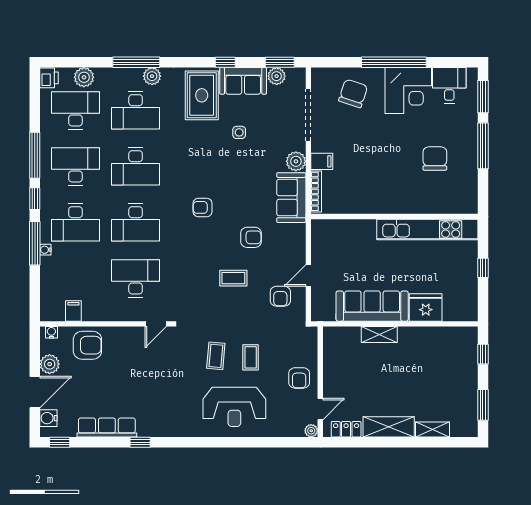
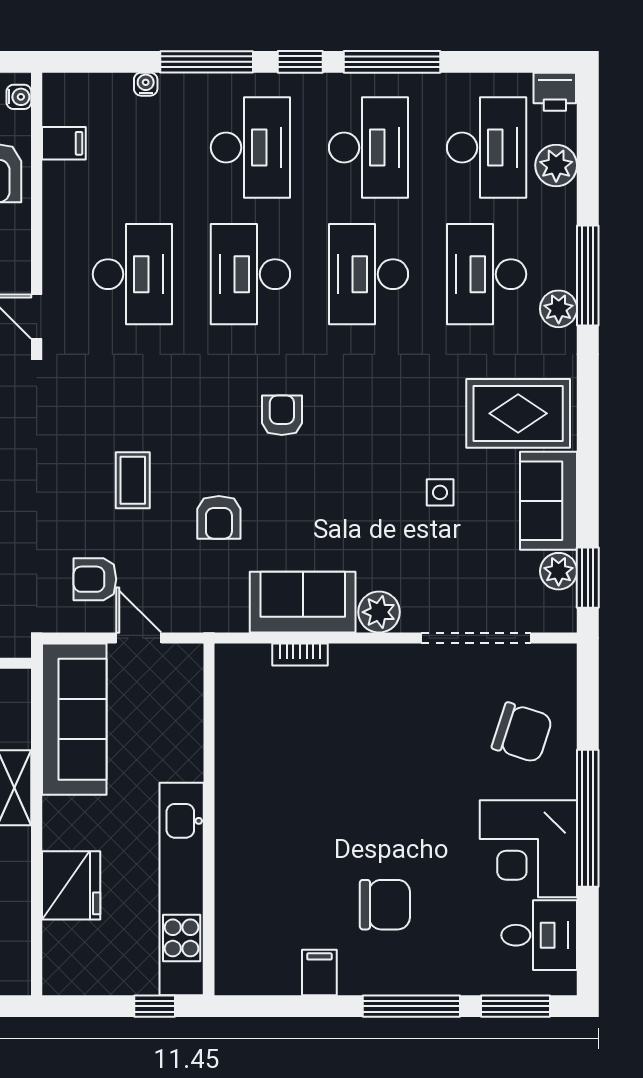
window: (225, 62) -> (588, 463), removed
filing cabinet: (322, 161) -> (319, 972), moved, turned 180
bookcase: (316, 191) -> (300, 655), width x0.64
wall: (394, 217) -> (209, 819), moved
desk: (75, 222) -> (250, 148), turned 180
kitchen unit: (427, 229) -> (182, 889), moved
water cooler: (45, 250) -> (146, 84), moved
sofa: (372, 306) -> (74, 719), moved

